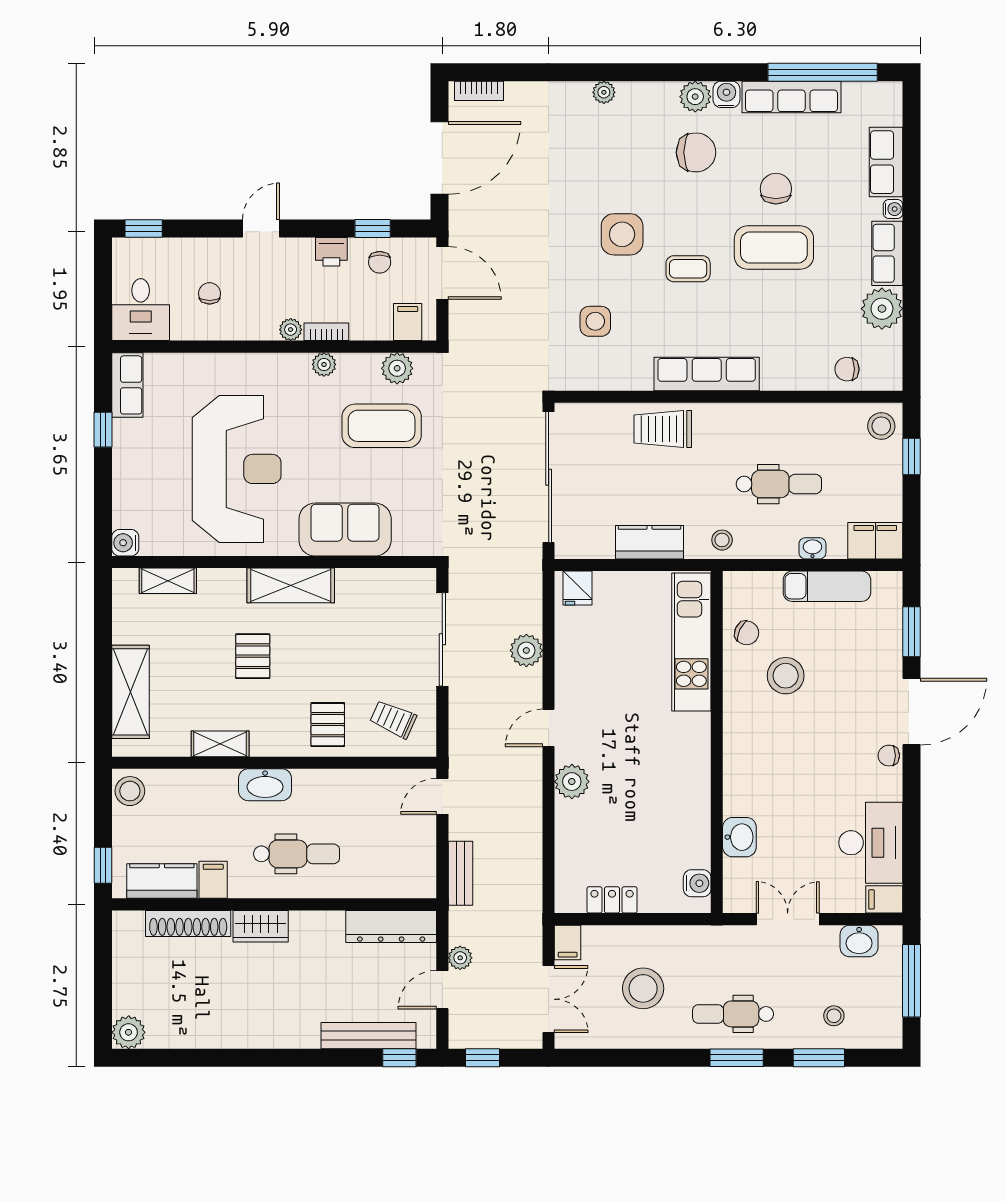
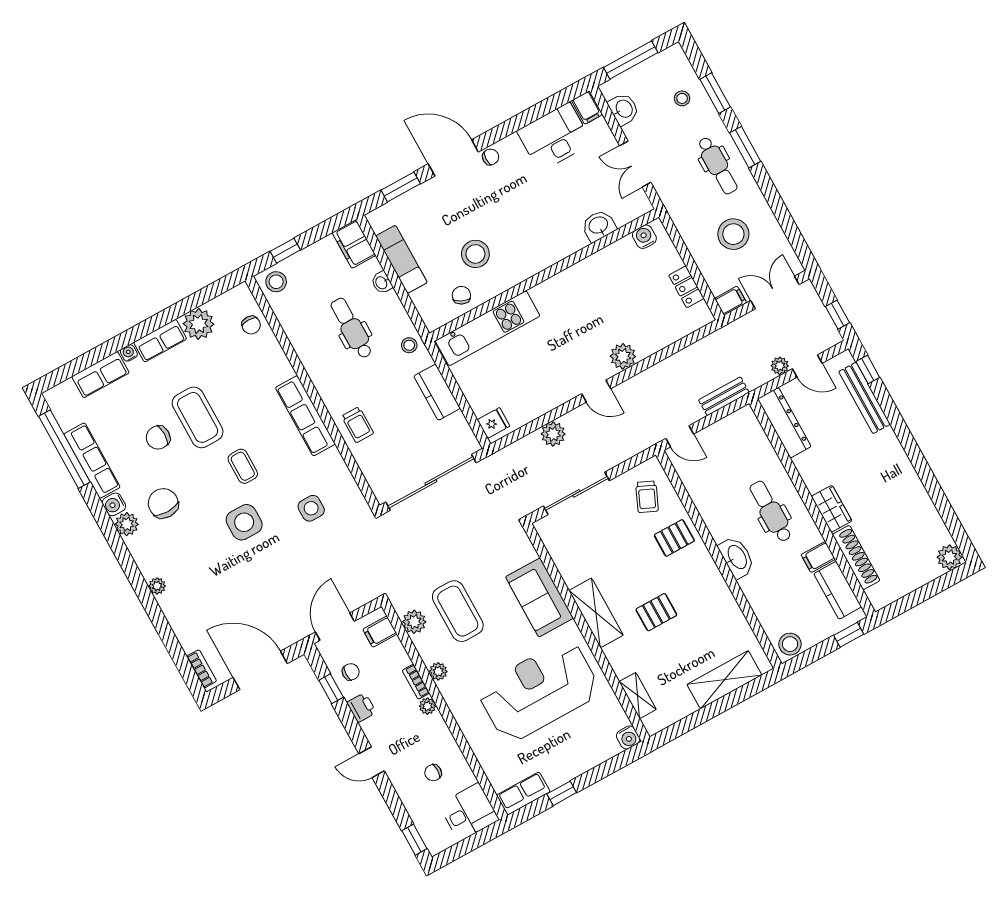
trolley: (663, 429) -> (358, 425), width x0.73, depth x0.72
shelving: (220, 744) -> (726, 602), removed
chair: (889, 756) -> (491, 157), turned -90

